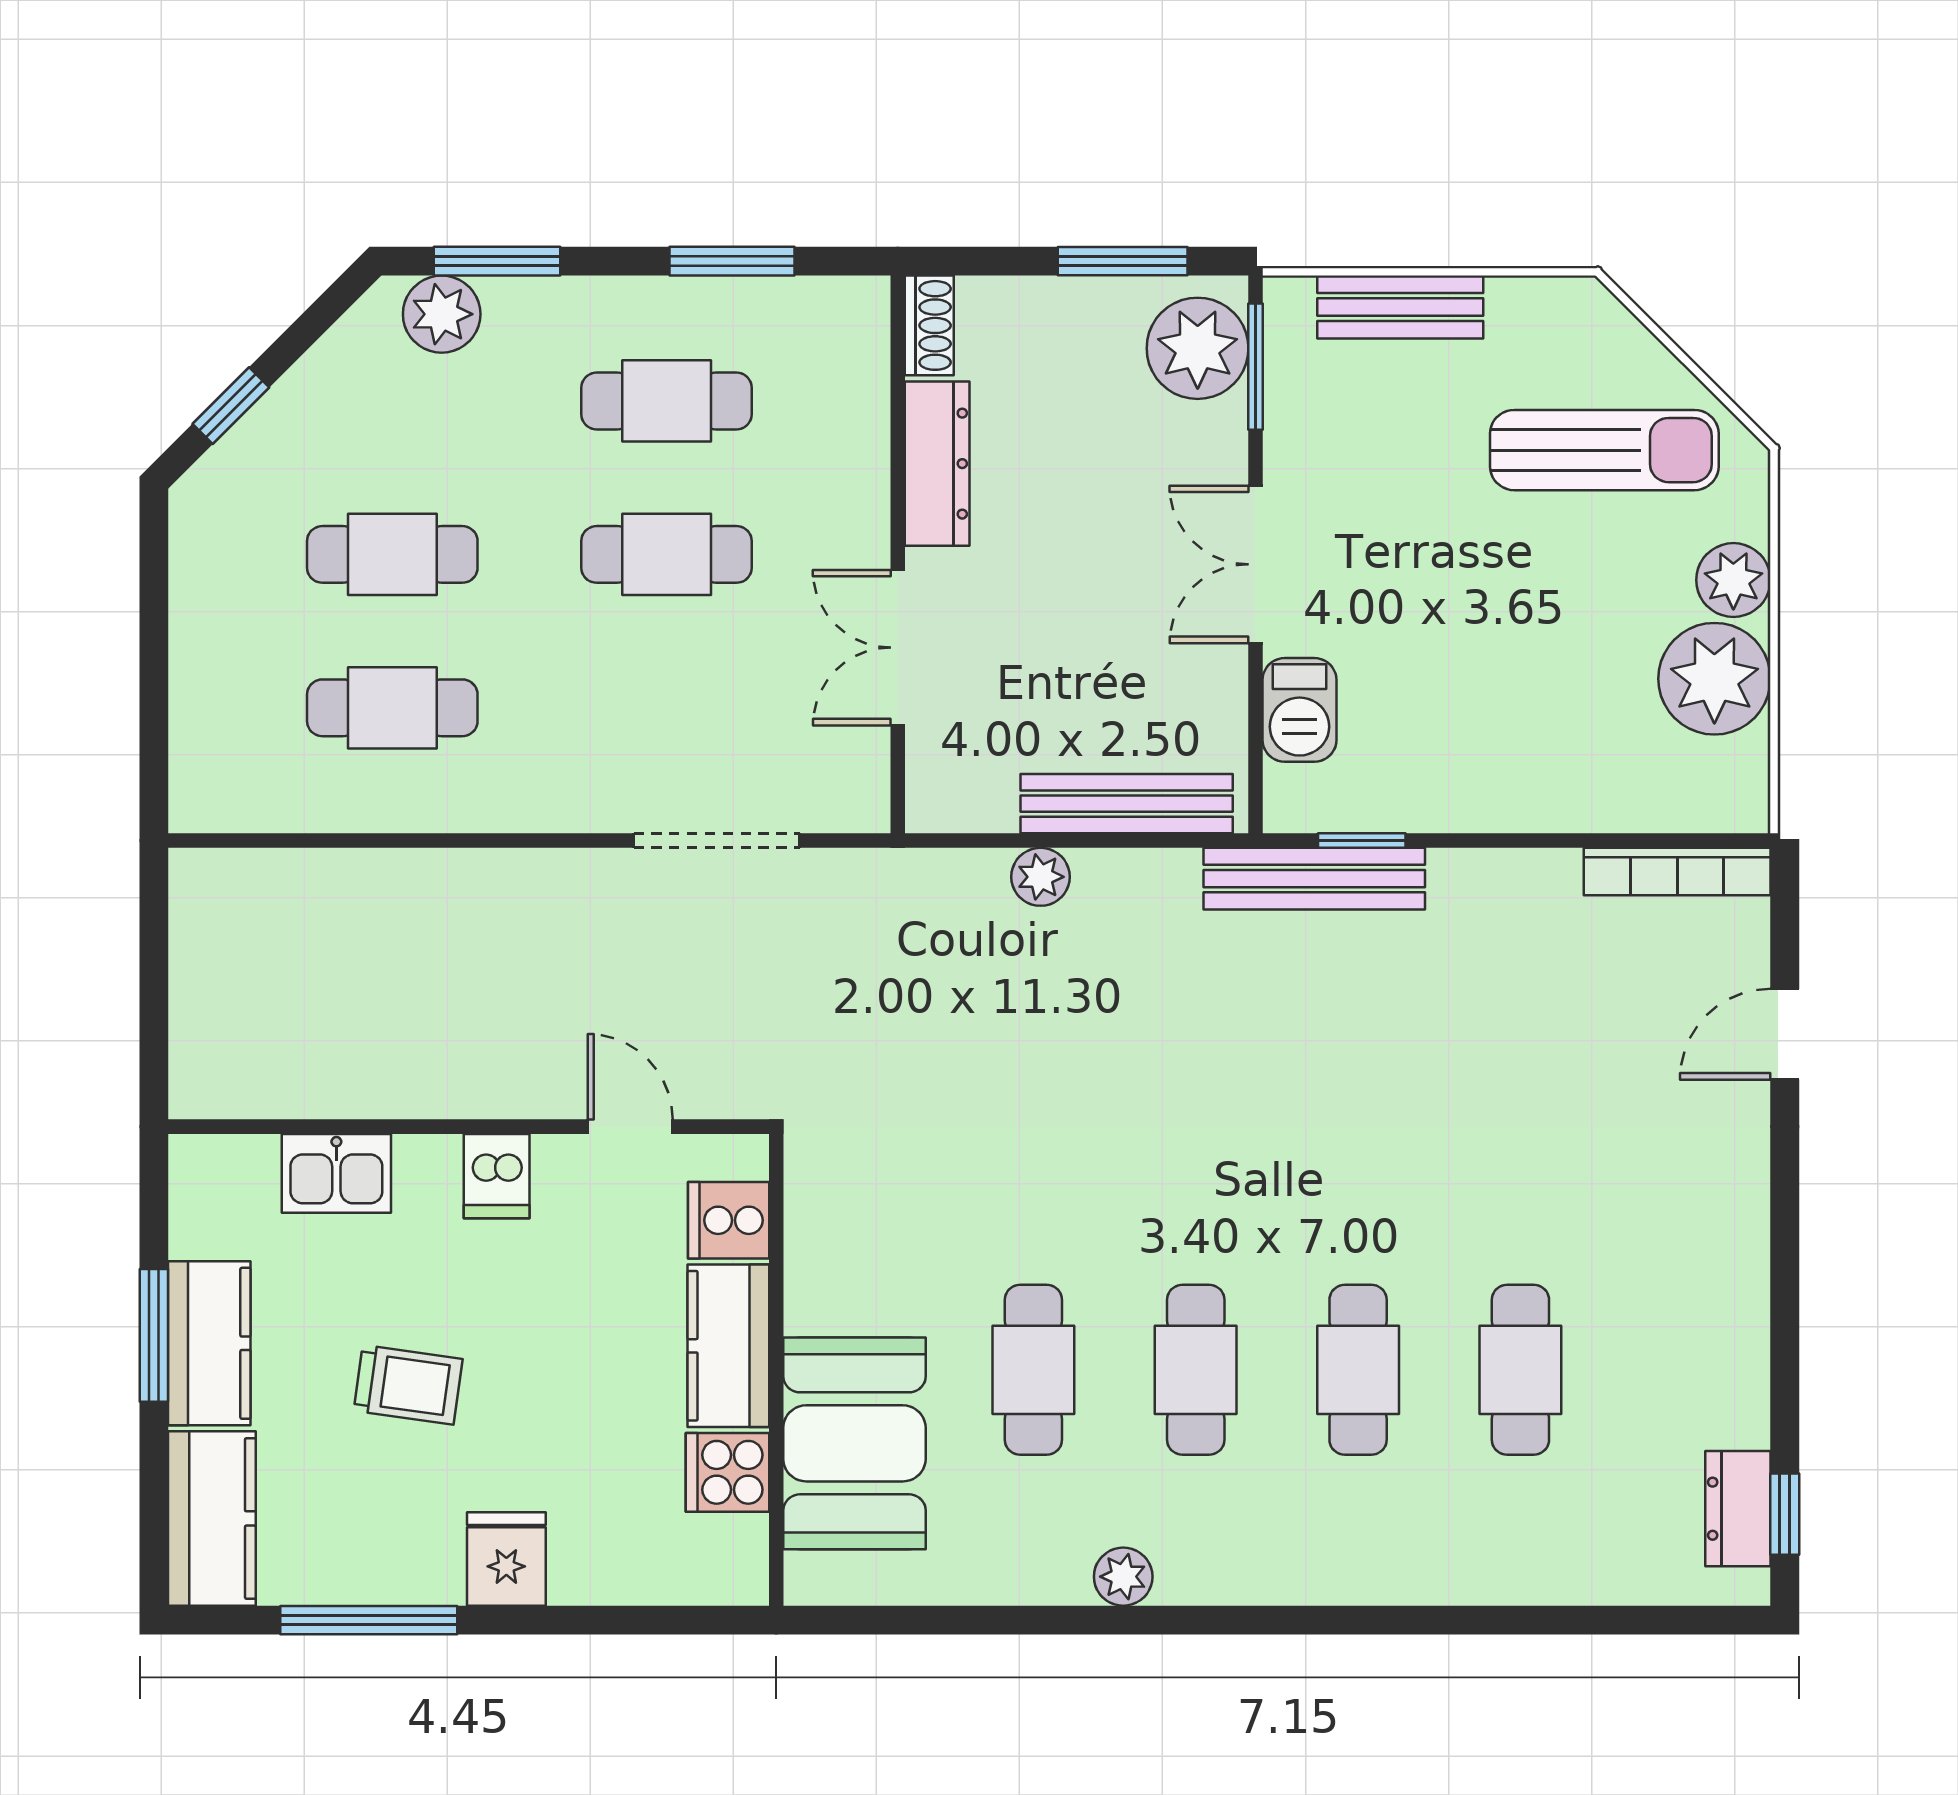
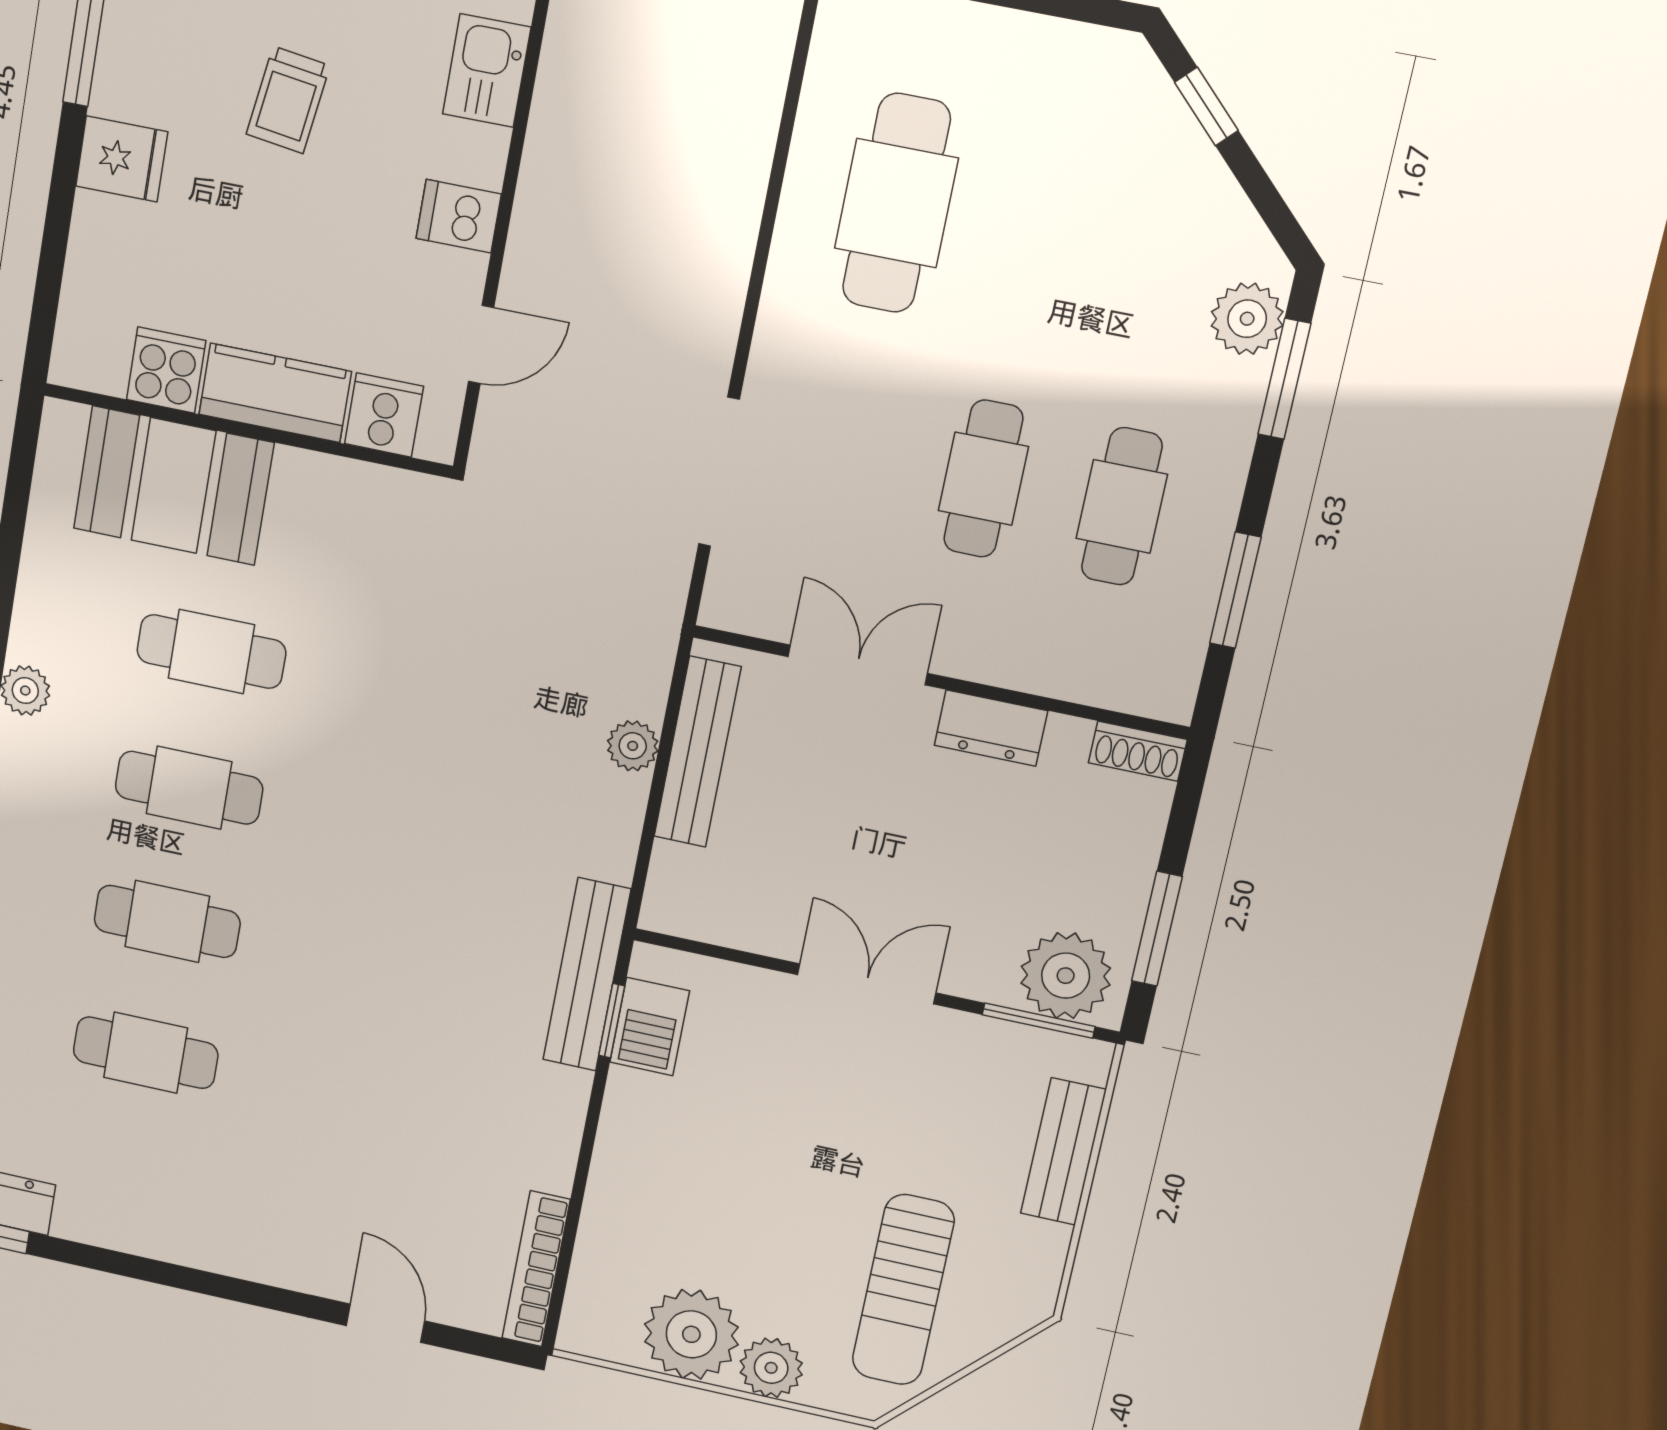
dresser: (937, 464) -> (991, 728), width x0.70
cafe table: (392, 554) -> (1036, 230), removed
cafe table: (392, 708) -> (896, 203), width x1.37, depth x1.35
barbecue: (1299, 710) -> (650, 1027), moved, turned -90
bench: (1127, 804) -> (698, 752), moved

